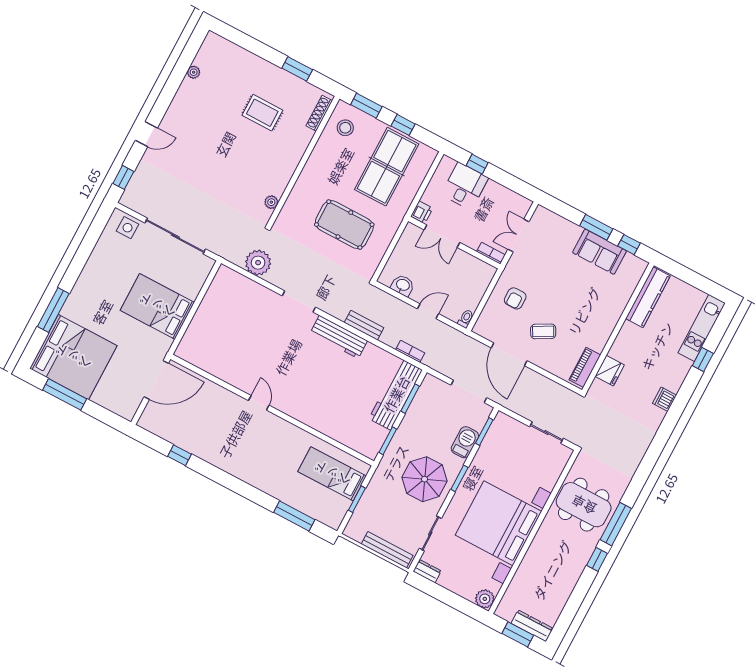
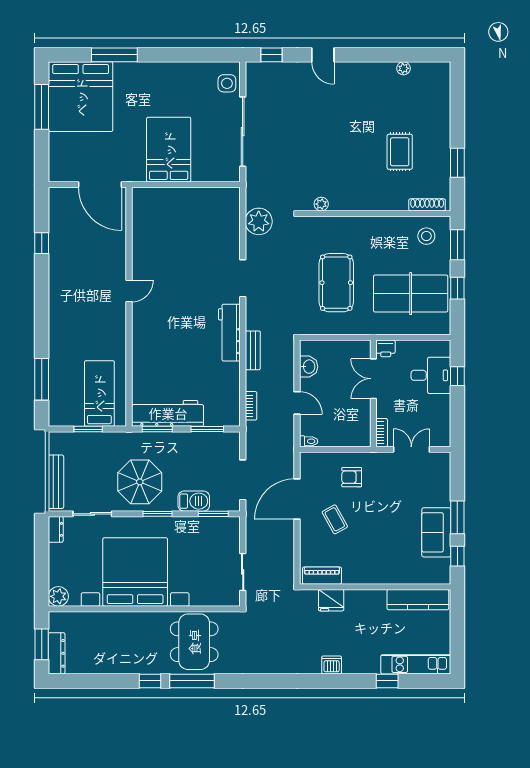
workbench: (396, 394) -> (168, 413), moved

